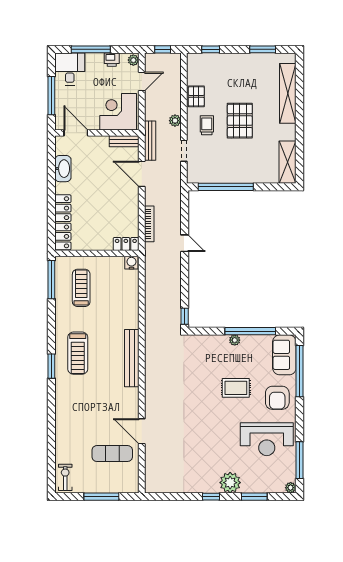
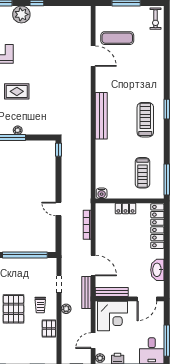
window: (51, 96) -> (167, 341), moved
door: (76, 133) -> (147, 299), hinge flipped
bench: (124, 141) -> (112, 292), width x1.36
locker: (126, 244) -> (125, 208), moved

